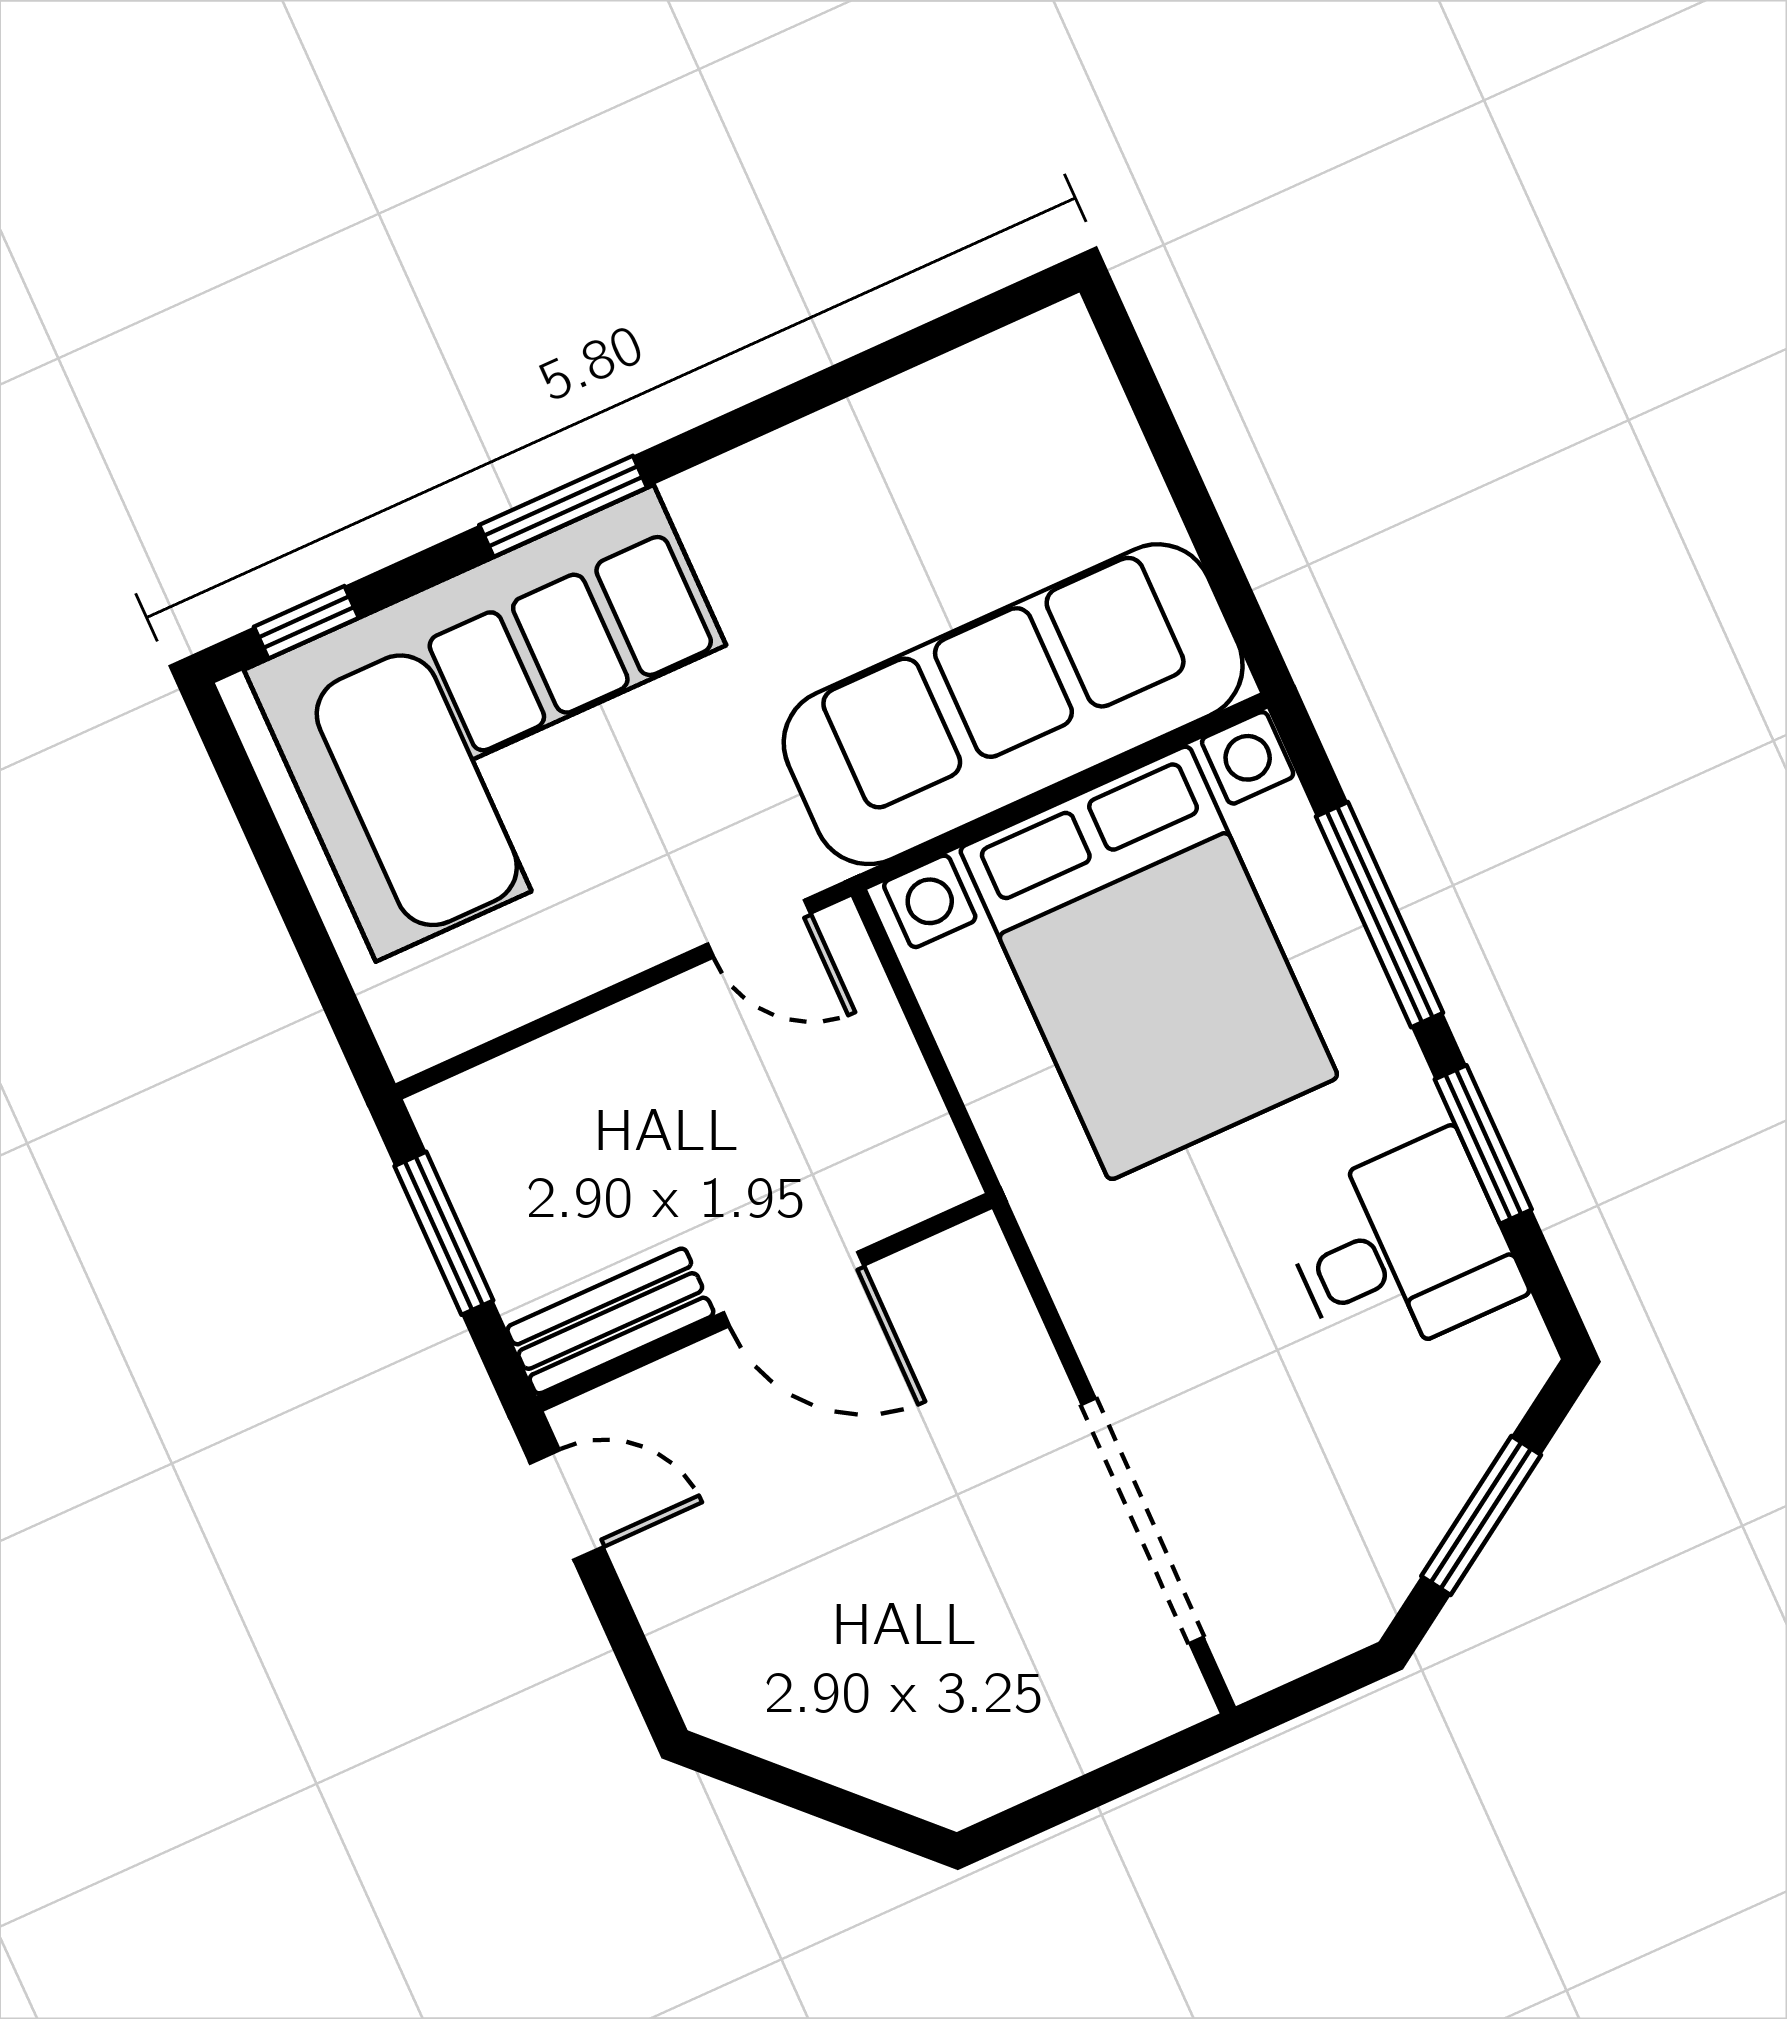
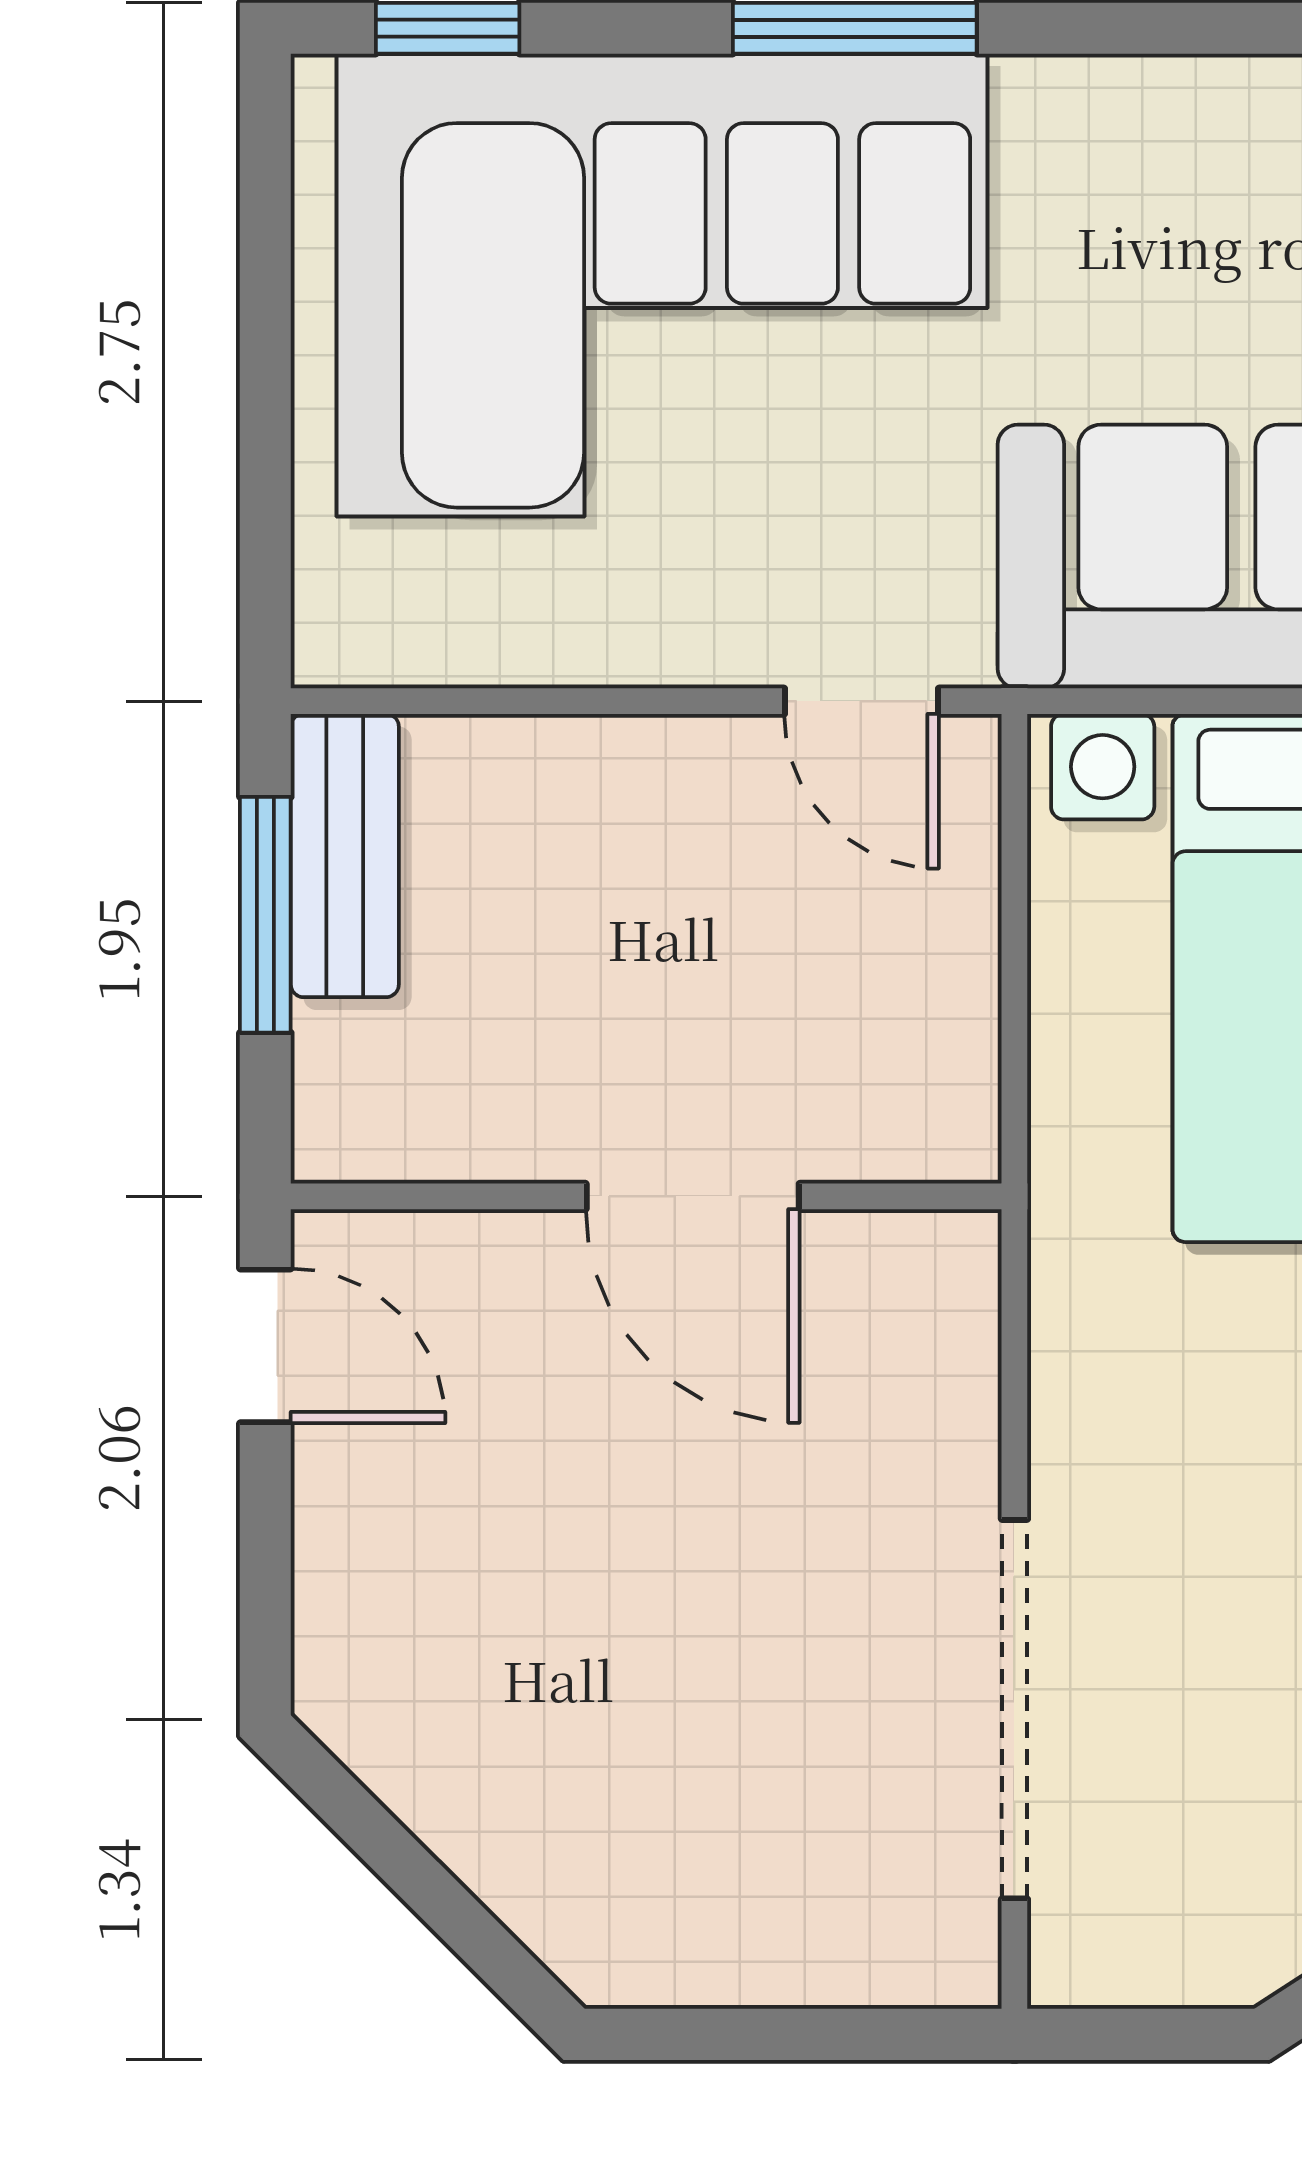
bench: (610, 1321) -> (345, 856), moved, turned 90

